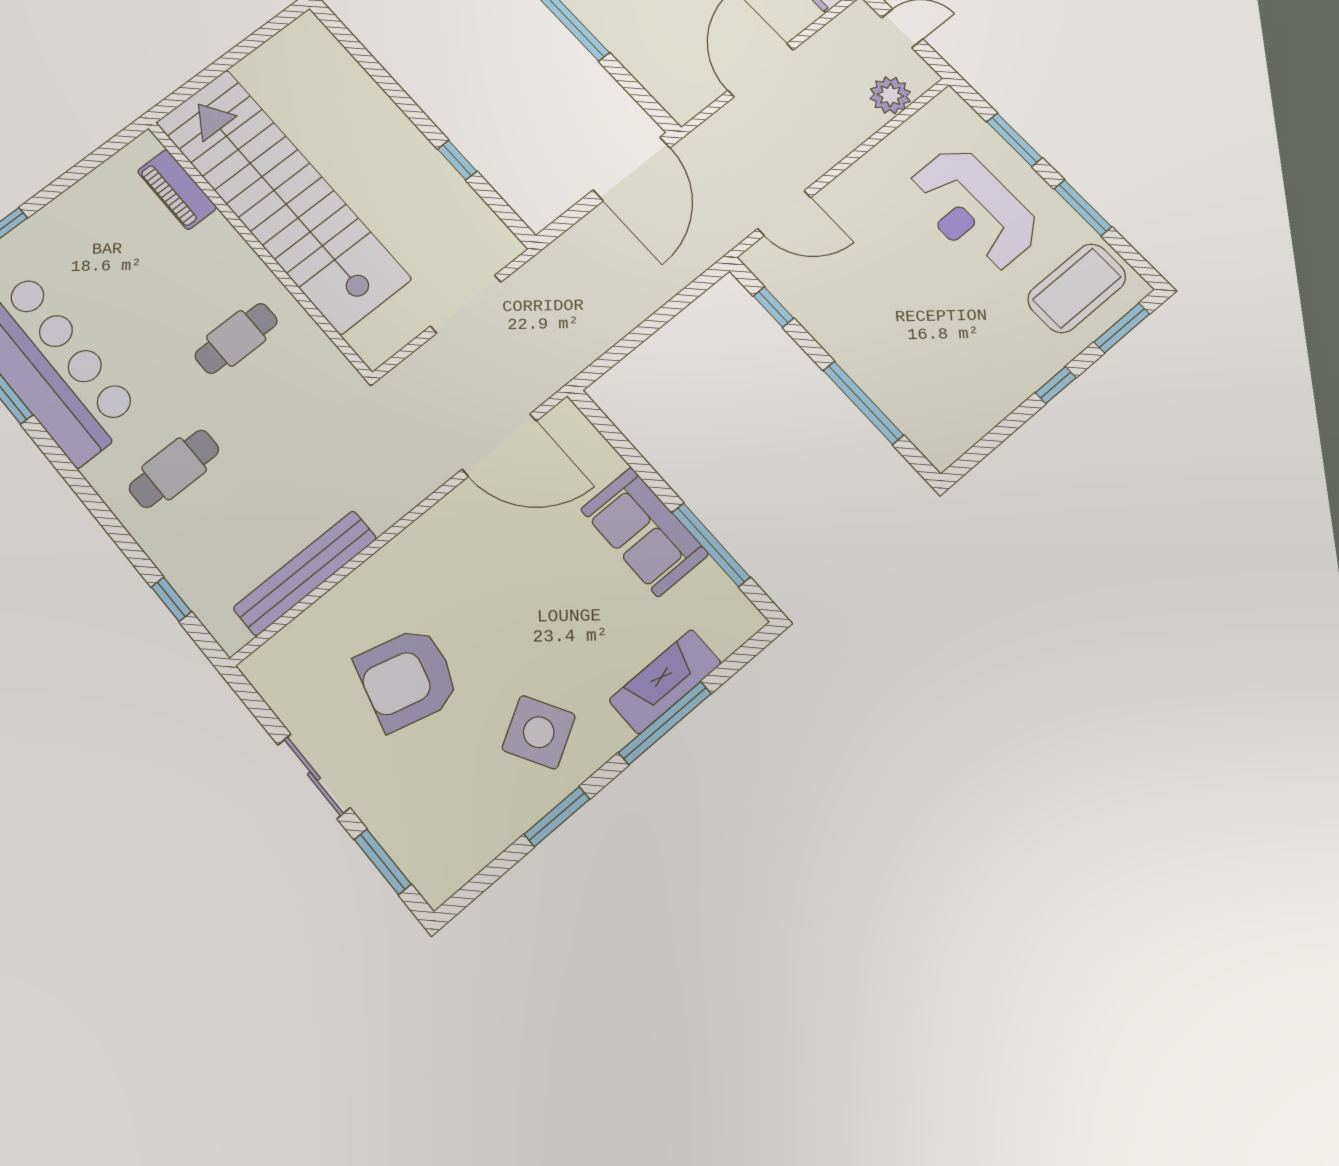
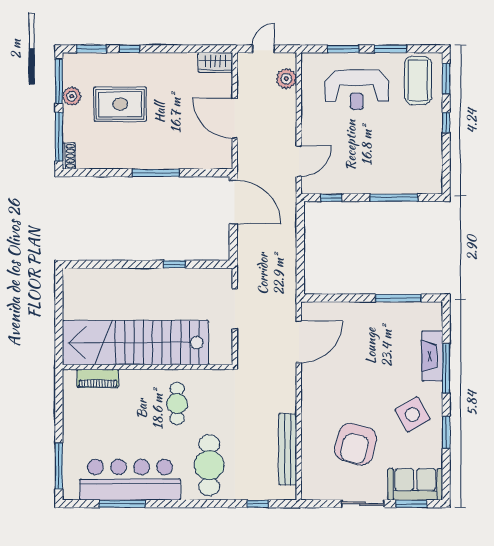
cafe table: (174, 469) -> (209, 465), width x1.37, depth x1.35
sofa: (644, 532) -> (415, 484), moved, turned 180

